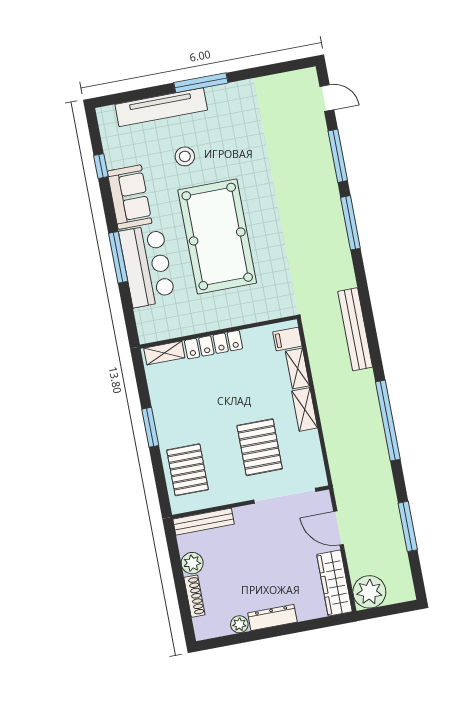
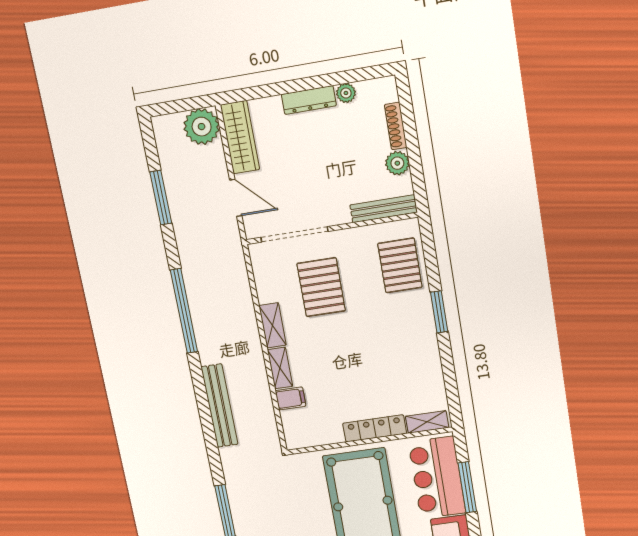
wall: (218, 332) -> (369, 441), moved
locker: (214, 345) -> (375, 428), moved
shelving: (164, 353) -> (427, 422), moved

